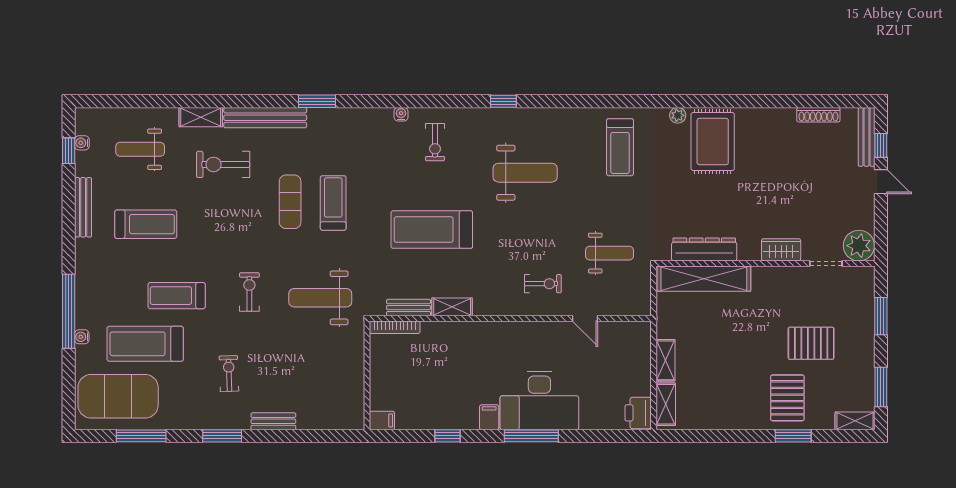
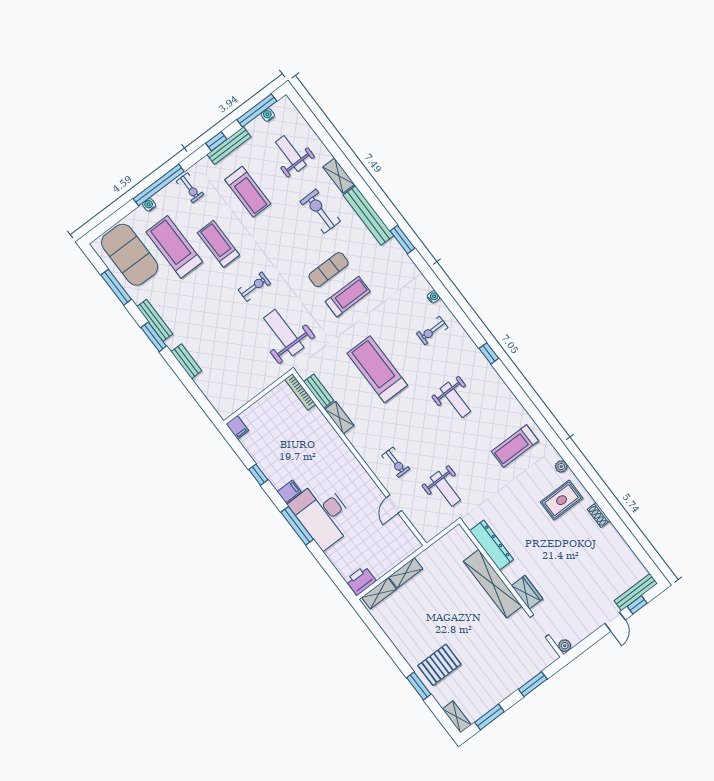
shoe rack: (818, 115) -> (599, 515), moved, width x0.70
rug: (713, 141) -> (562, 500), width x0.73, depth x0.70
window: (69, 151) -> (257, 110), width x2.17
weight bench: (525, 173) -> (455, 400), width x0.73, depth x0.75
window: (69, 217) -> (216, 141), added
plant: (859, 246) -> (565, 646), width x0.53, depth x0.53
shelving: (704, 279) -> (493, 584), moved
pallet: (811, 343) -> (484, 654), removed
exercise bike: (229, 374) -> (190, 188), moved, turned 92
bench: (206, 422) -> (155, 320), added

